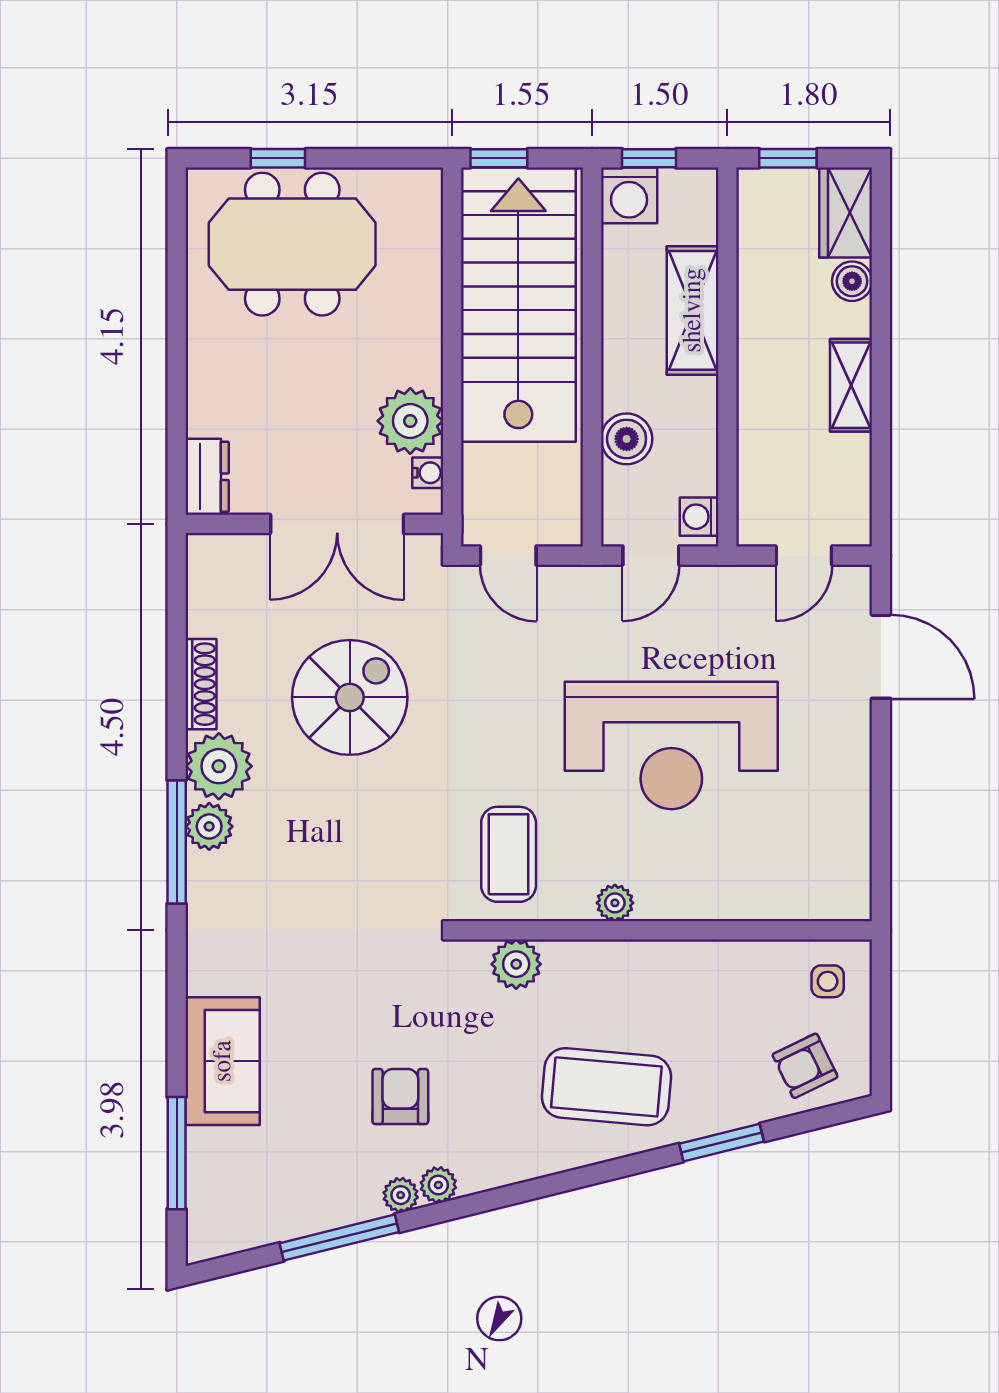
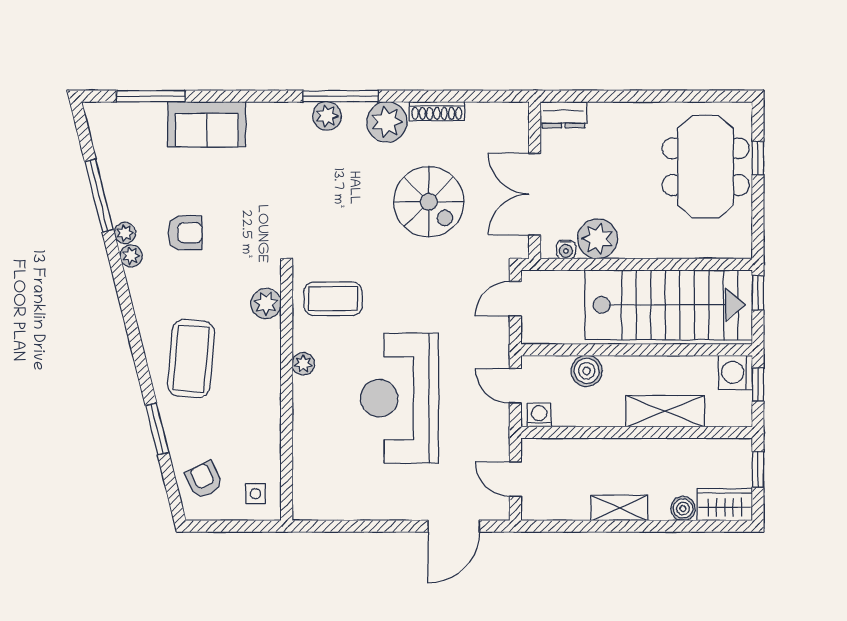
plant: (209, 826) -> (327, 116), moved

